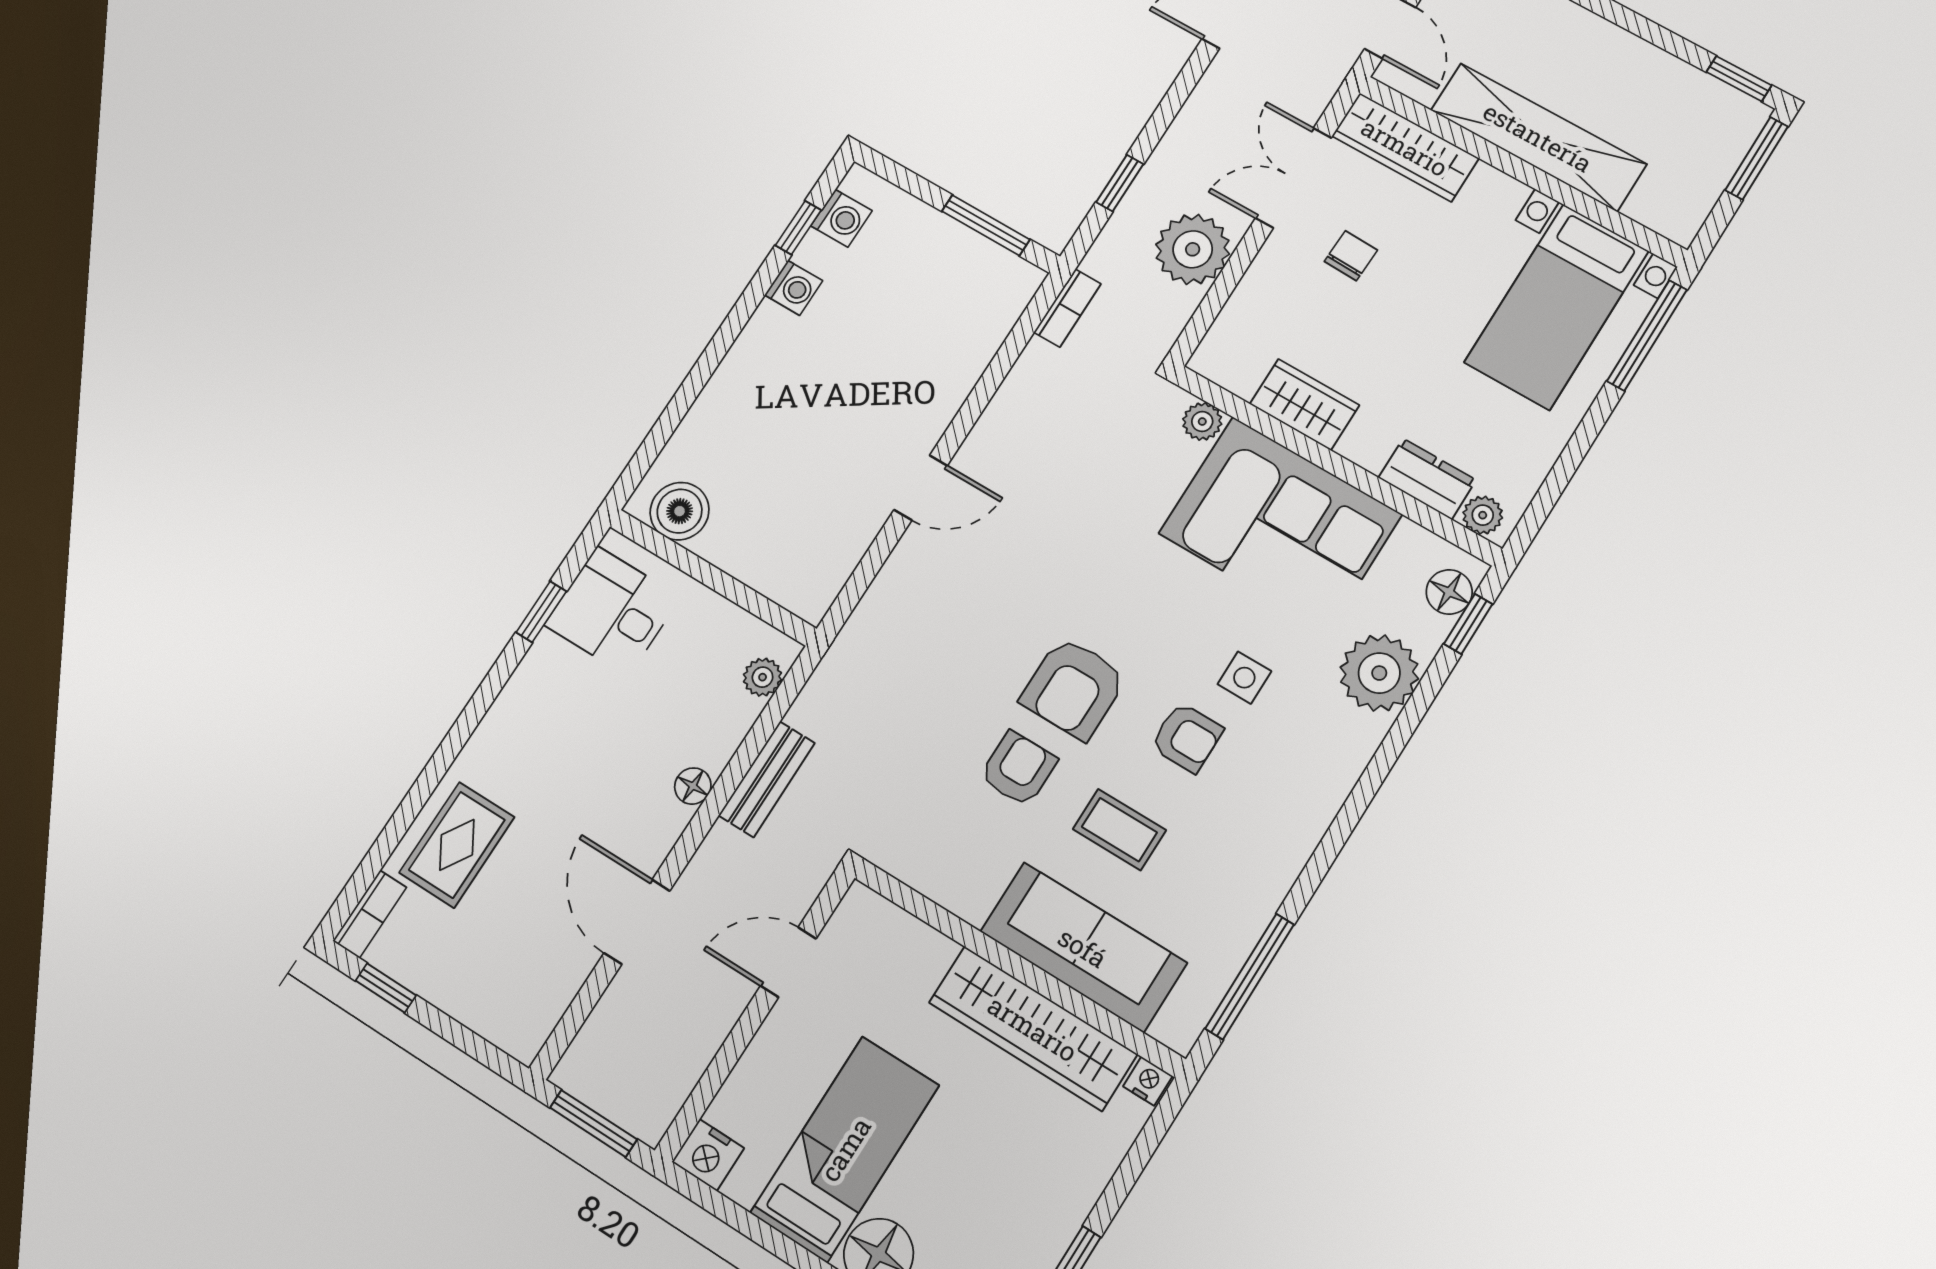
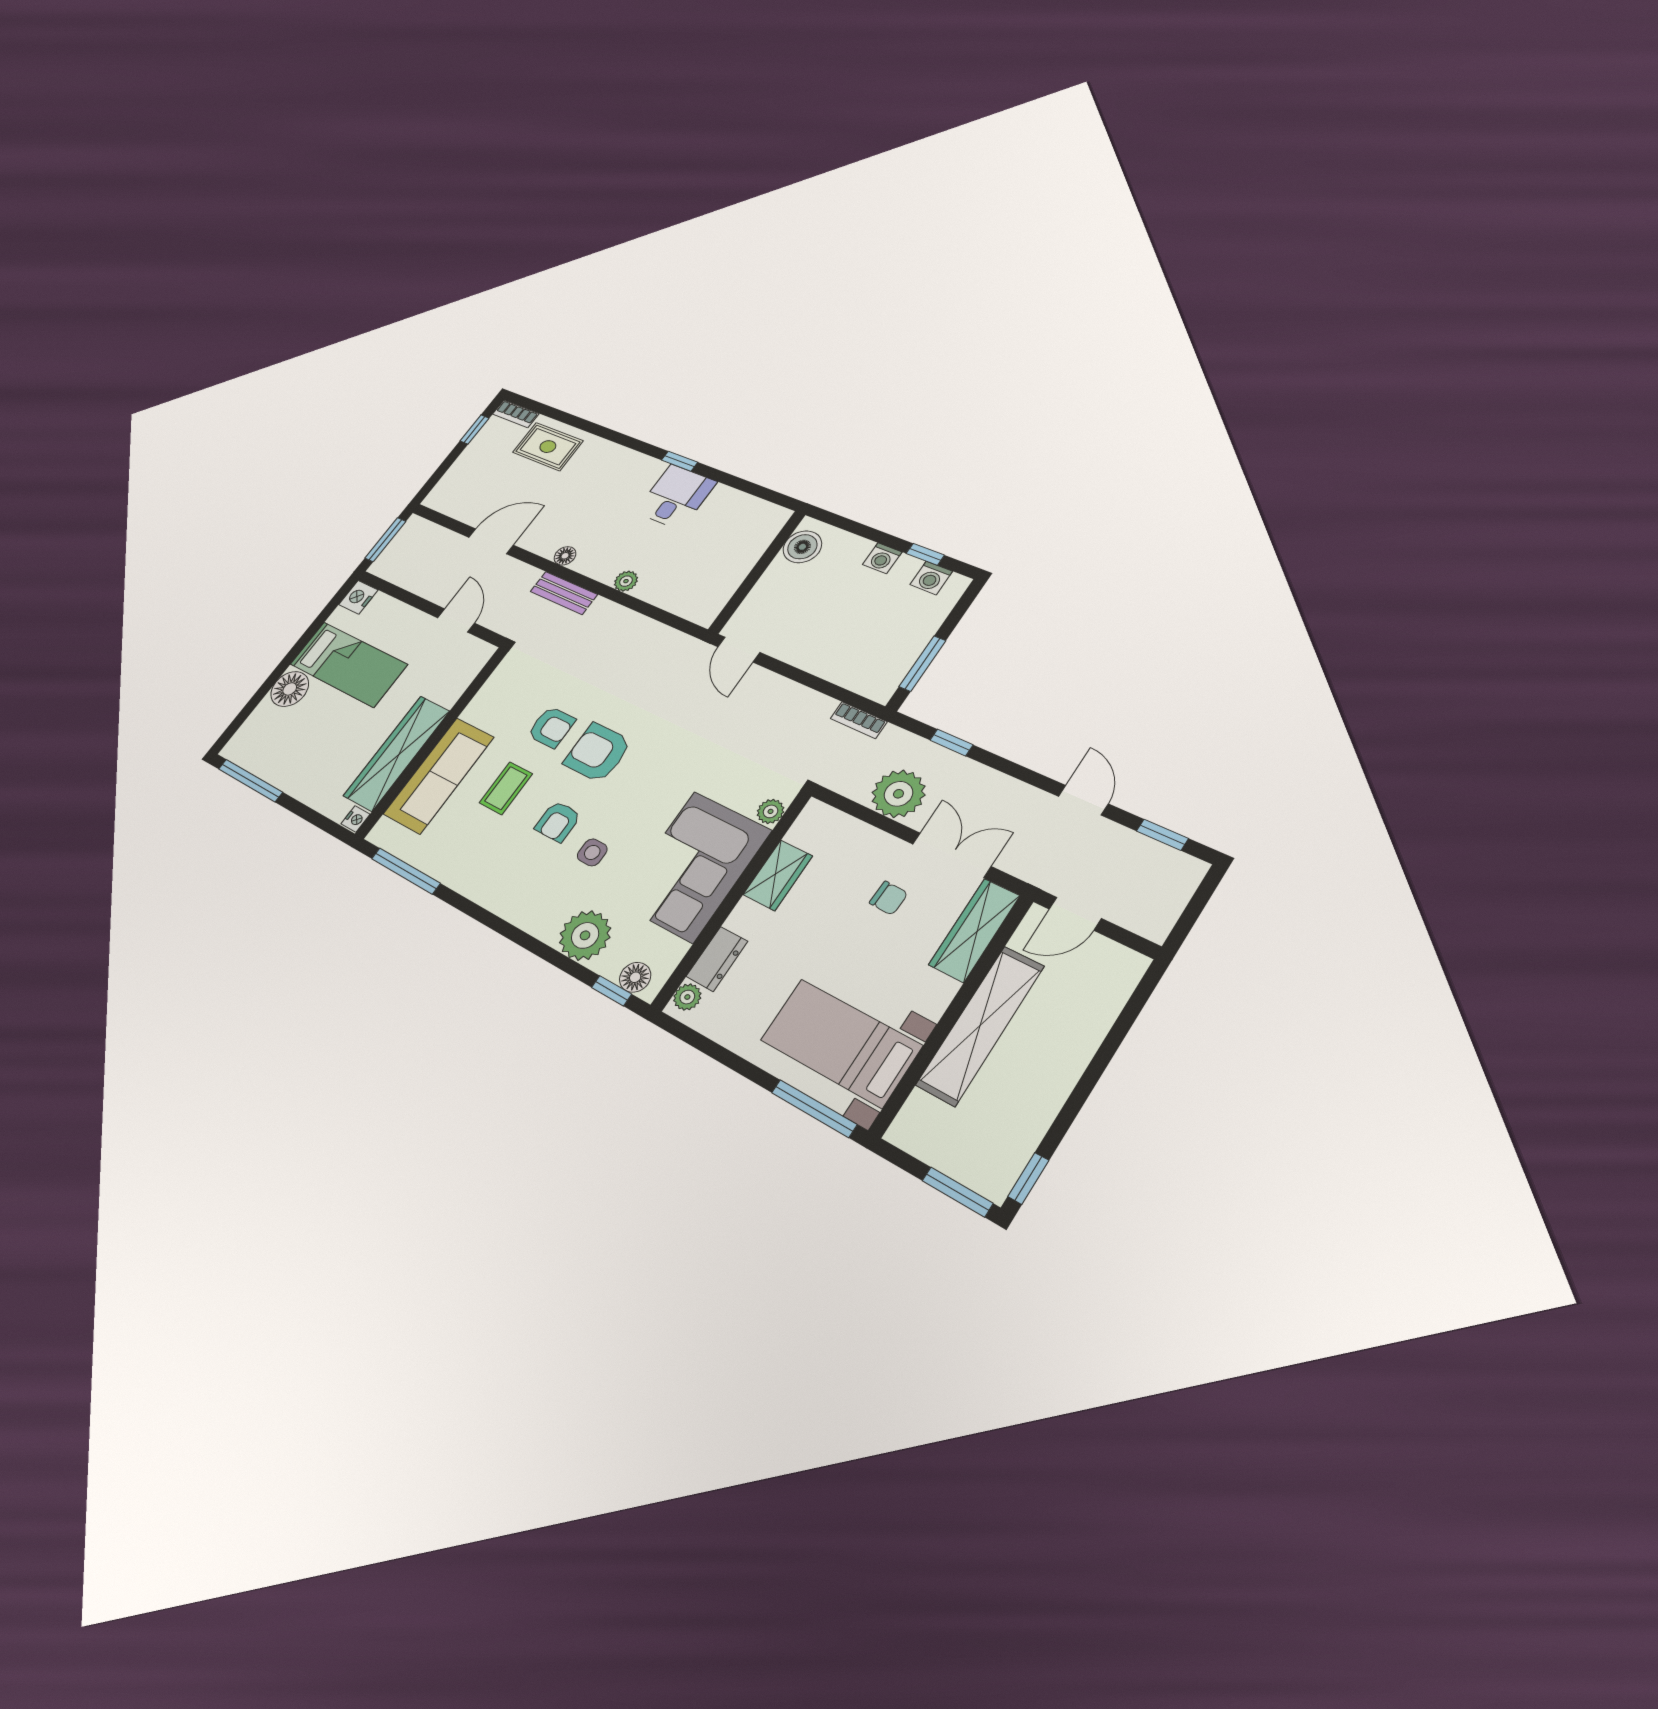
boiler: (680, 511) -> (802, 547), moved
wall: (713, 577) -> (757, 572), moved

